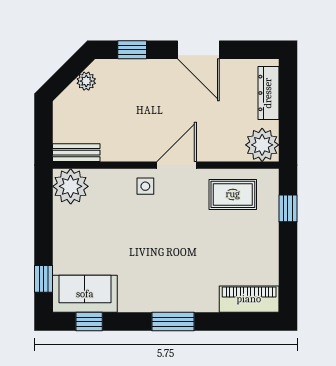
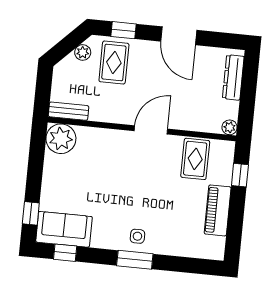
rug: (125, 89) -> (114, 63), added
plant: (262, 145) -> (230, 127), width x0.53, depth x0.53
side table: (145, 186) -> (137, 236), moved
rug: (233, 194) -> (195, 159), turned 90
piano: (249, 299) -> (218, 210), moved, turned -90

